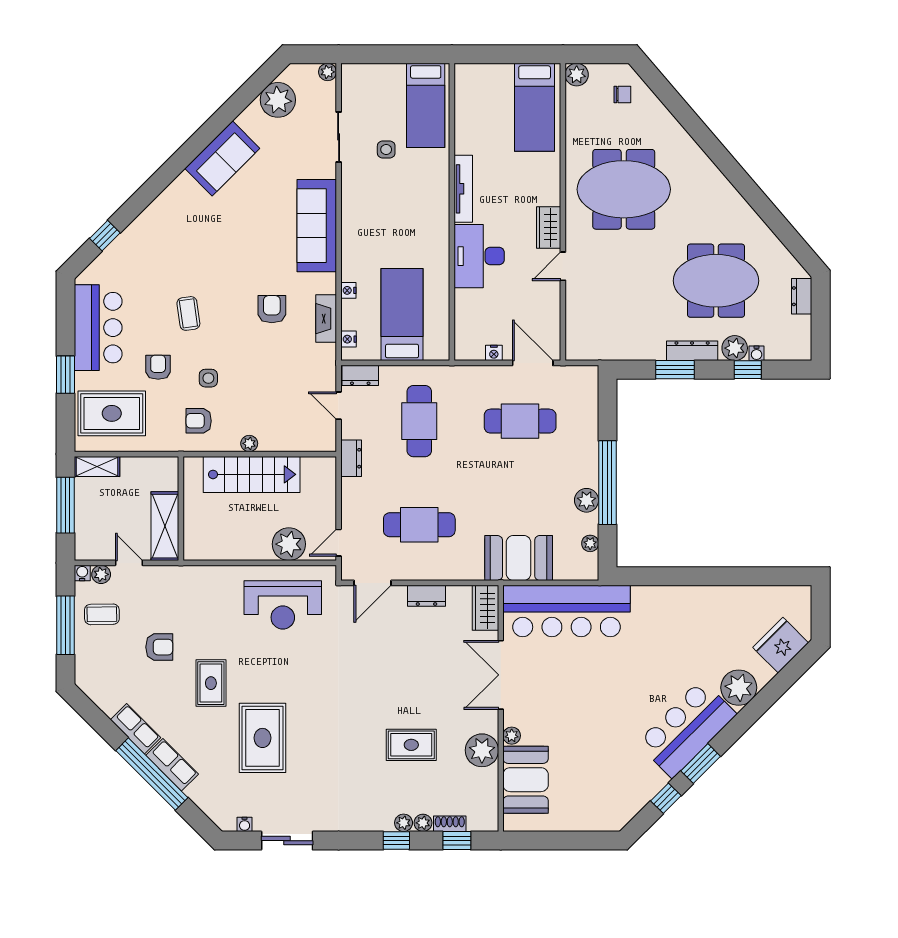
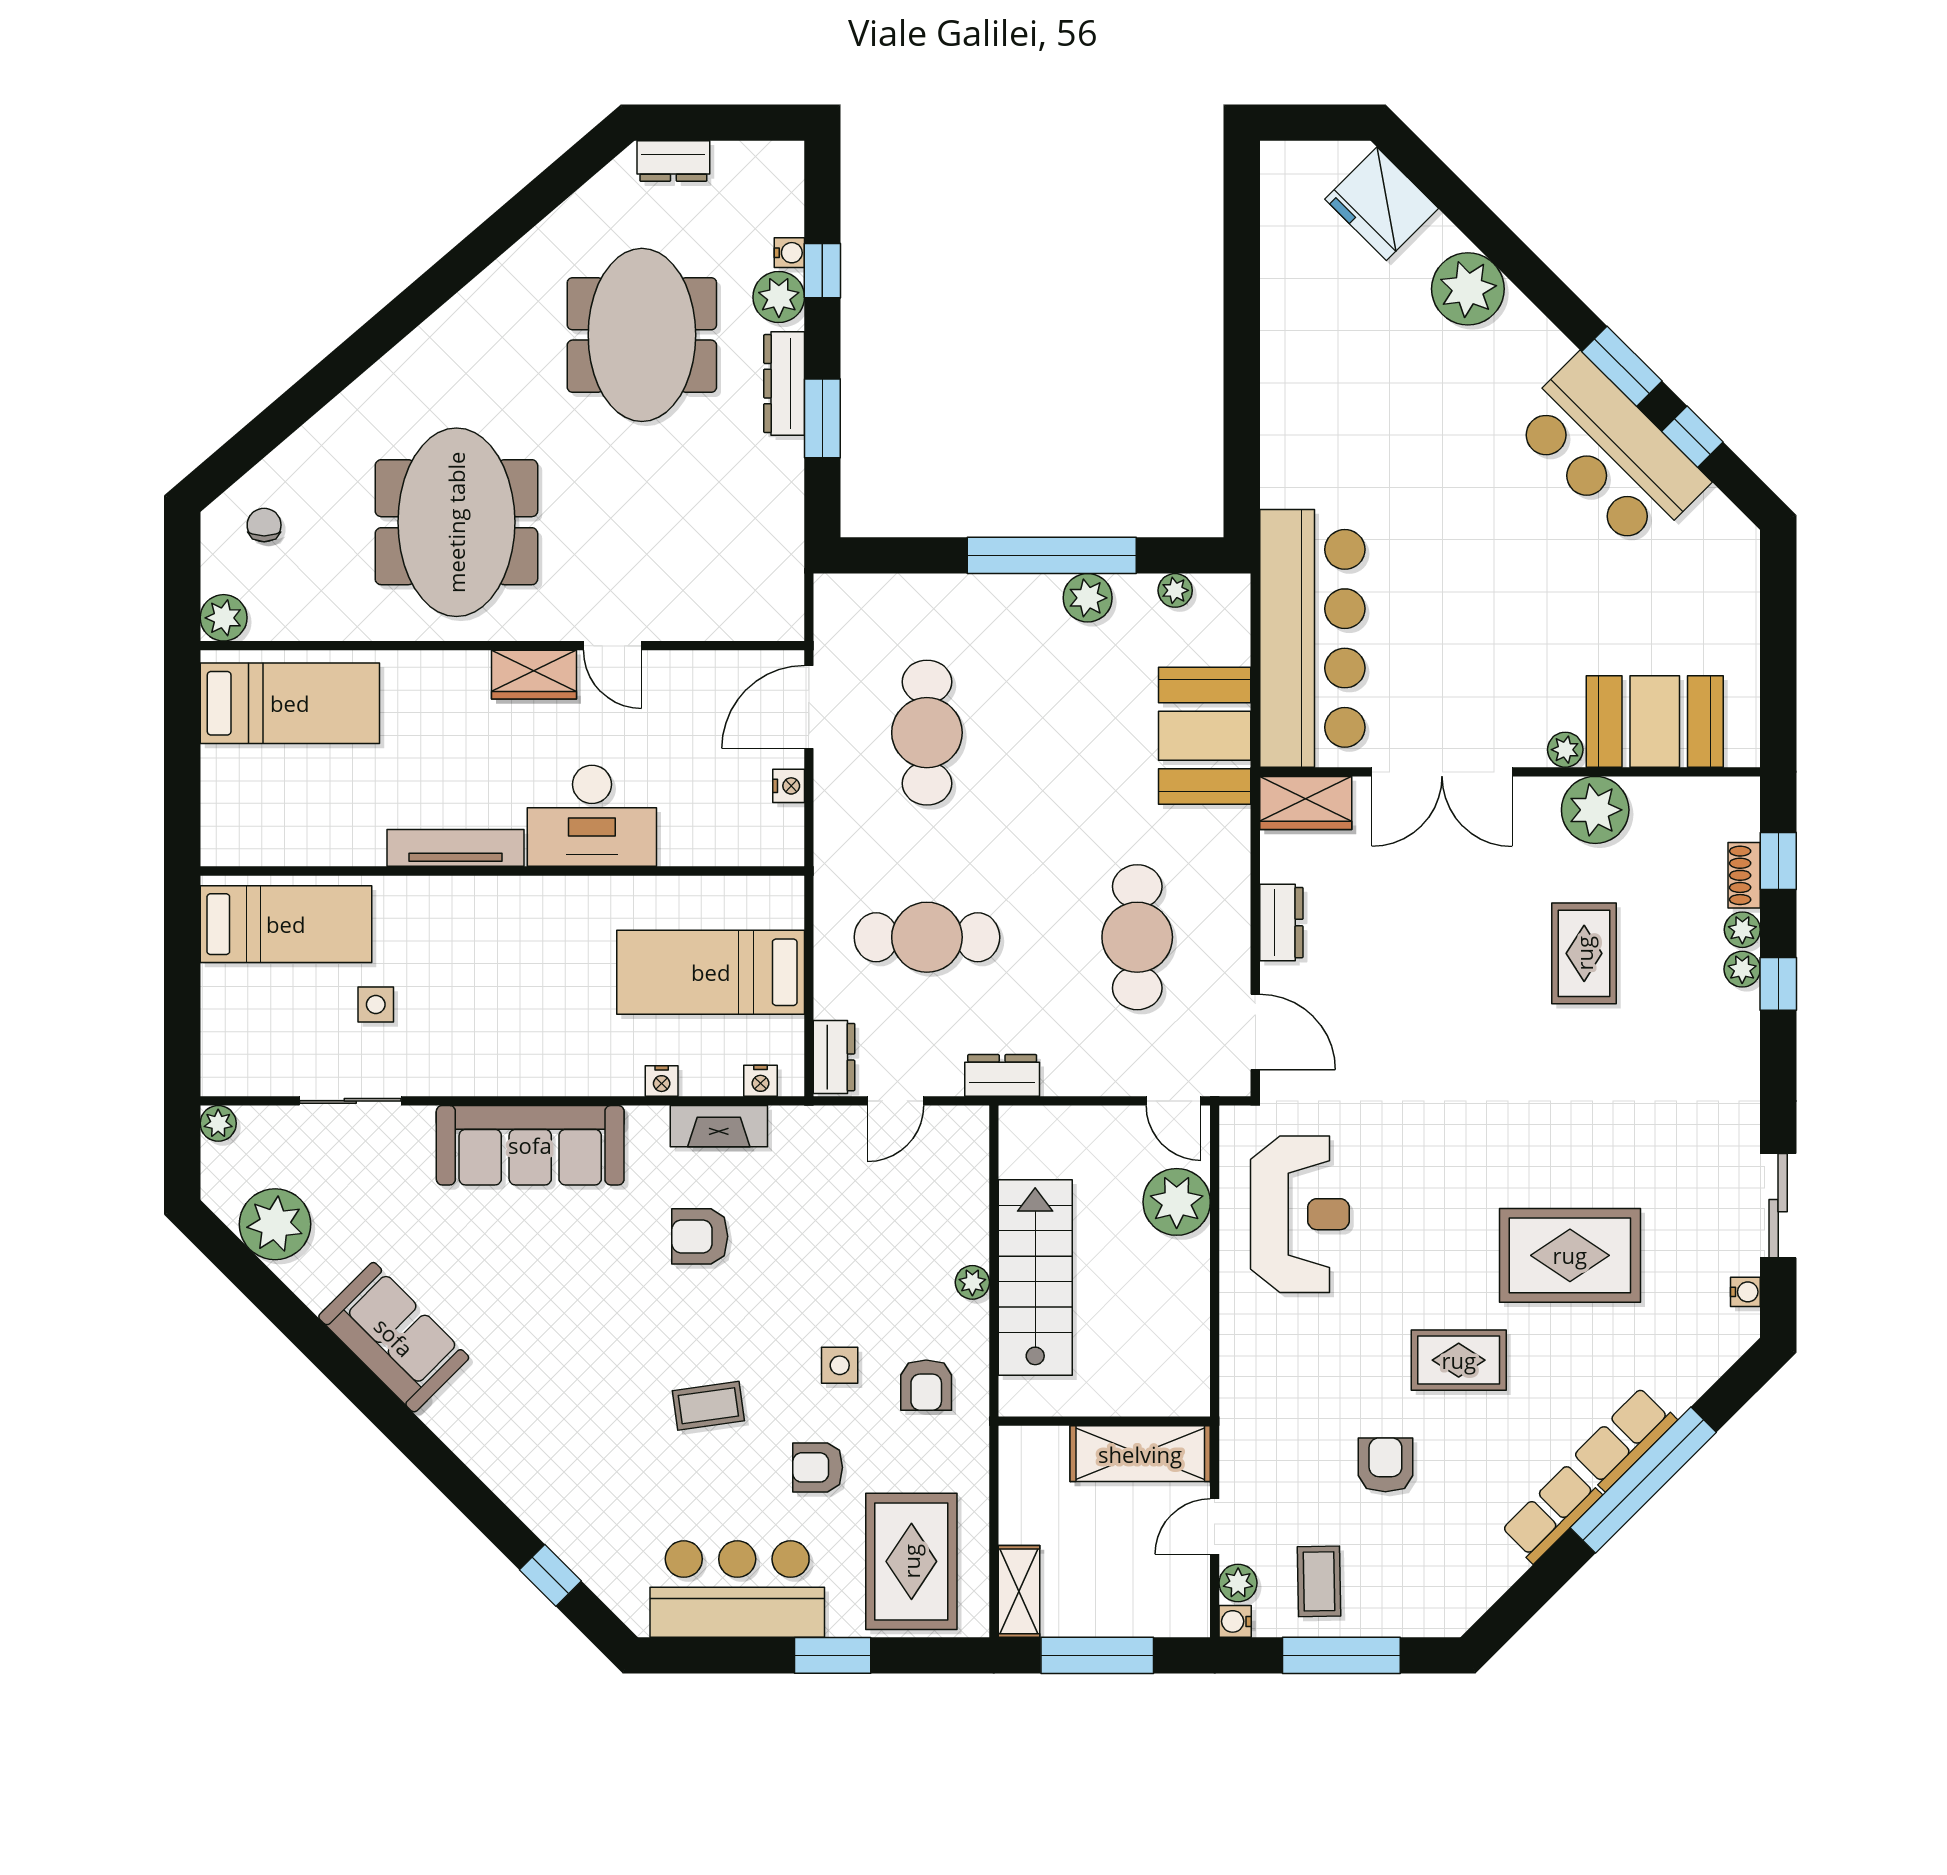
bar counter: (687, 729) -> (1609, 453), moved

